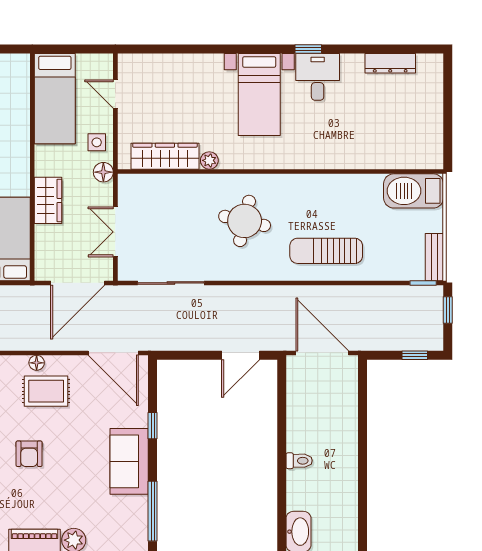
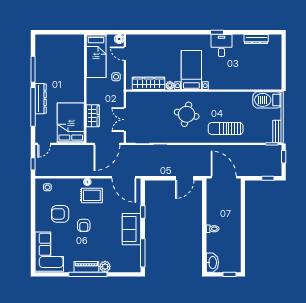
bed with nightstands: (259, 95) -> (191, 70), moved, turned 180
floor lamp: (103, 172) -> (119, 39), moved
wardrobe: (48, 200) -> (93, 116), moved

